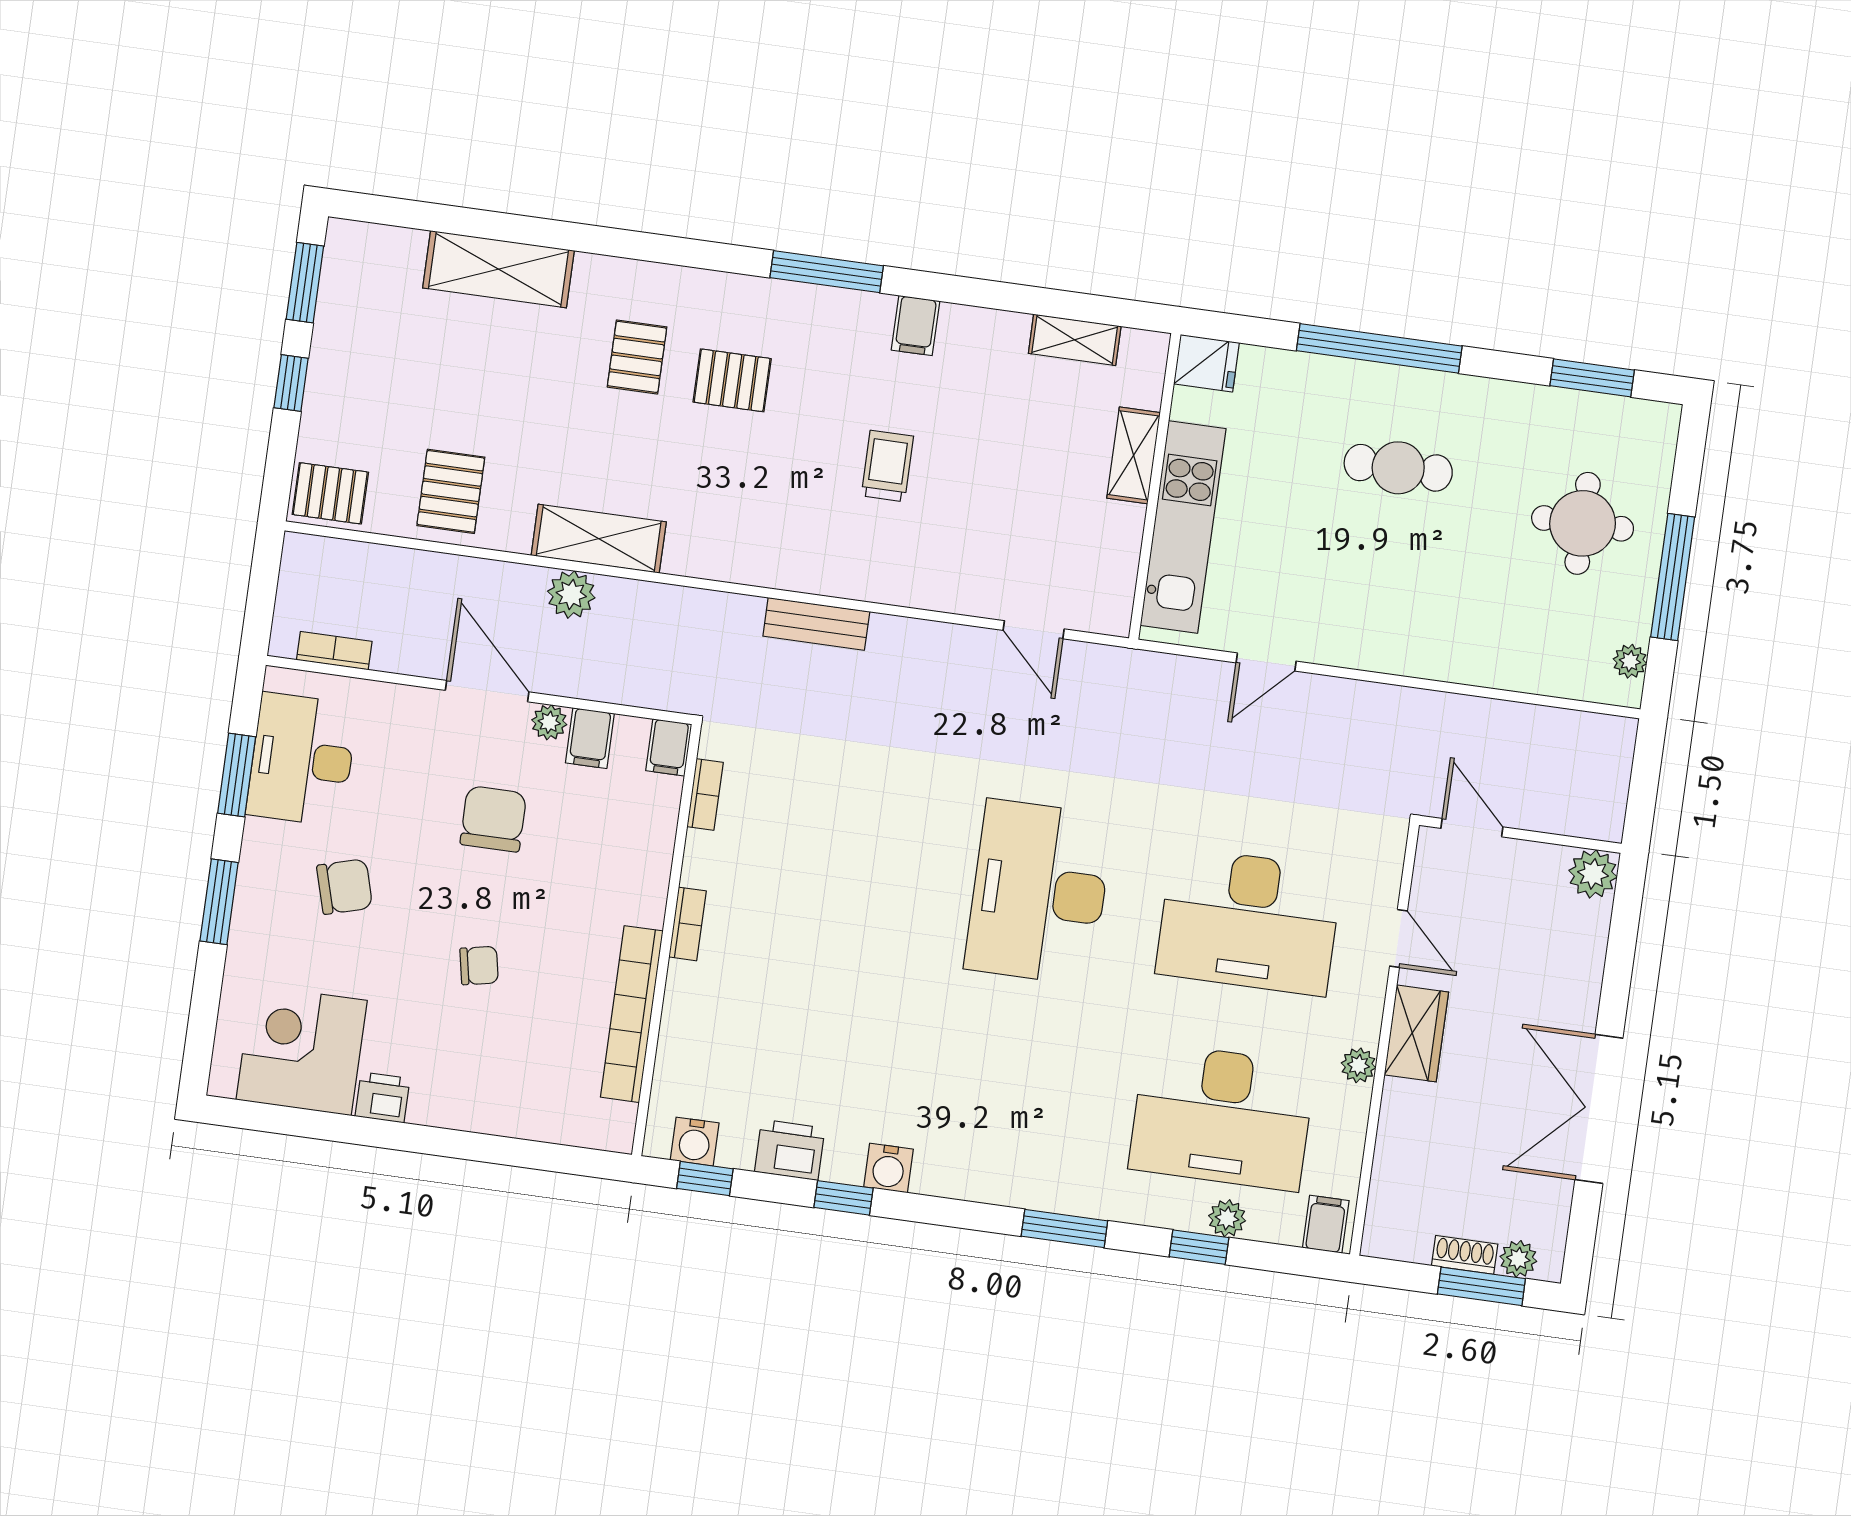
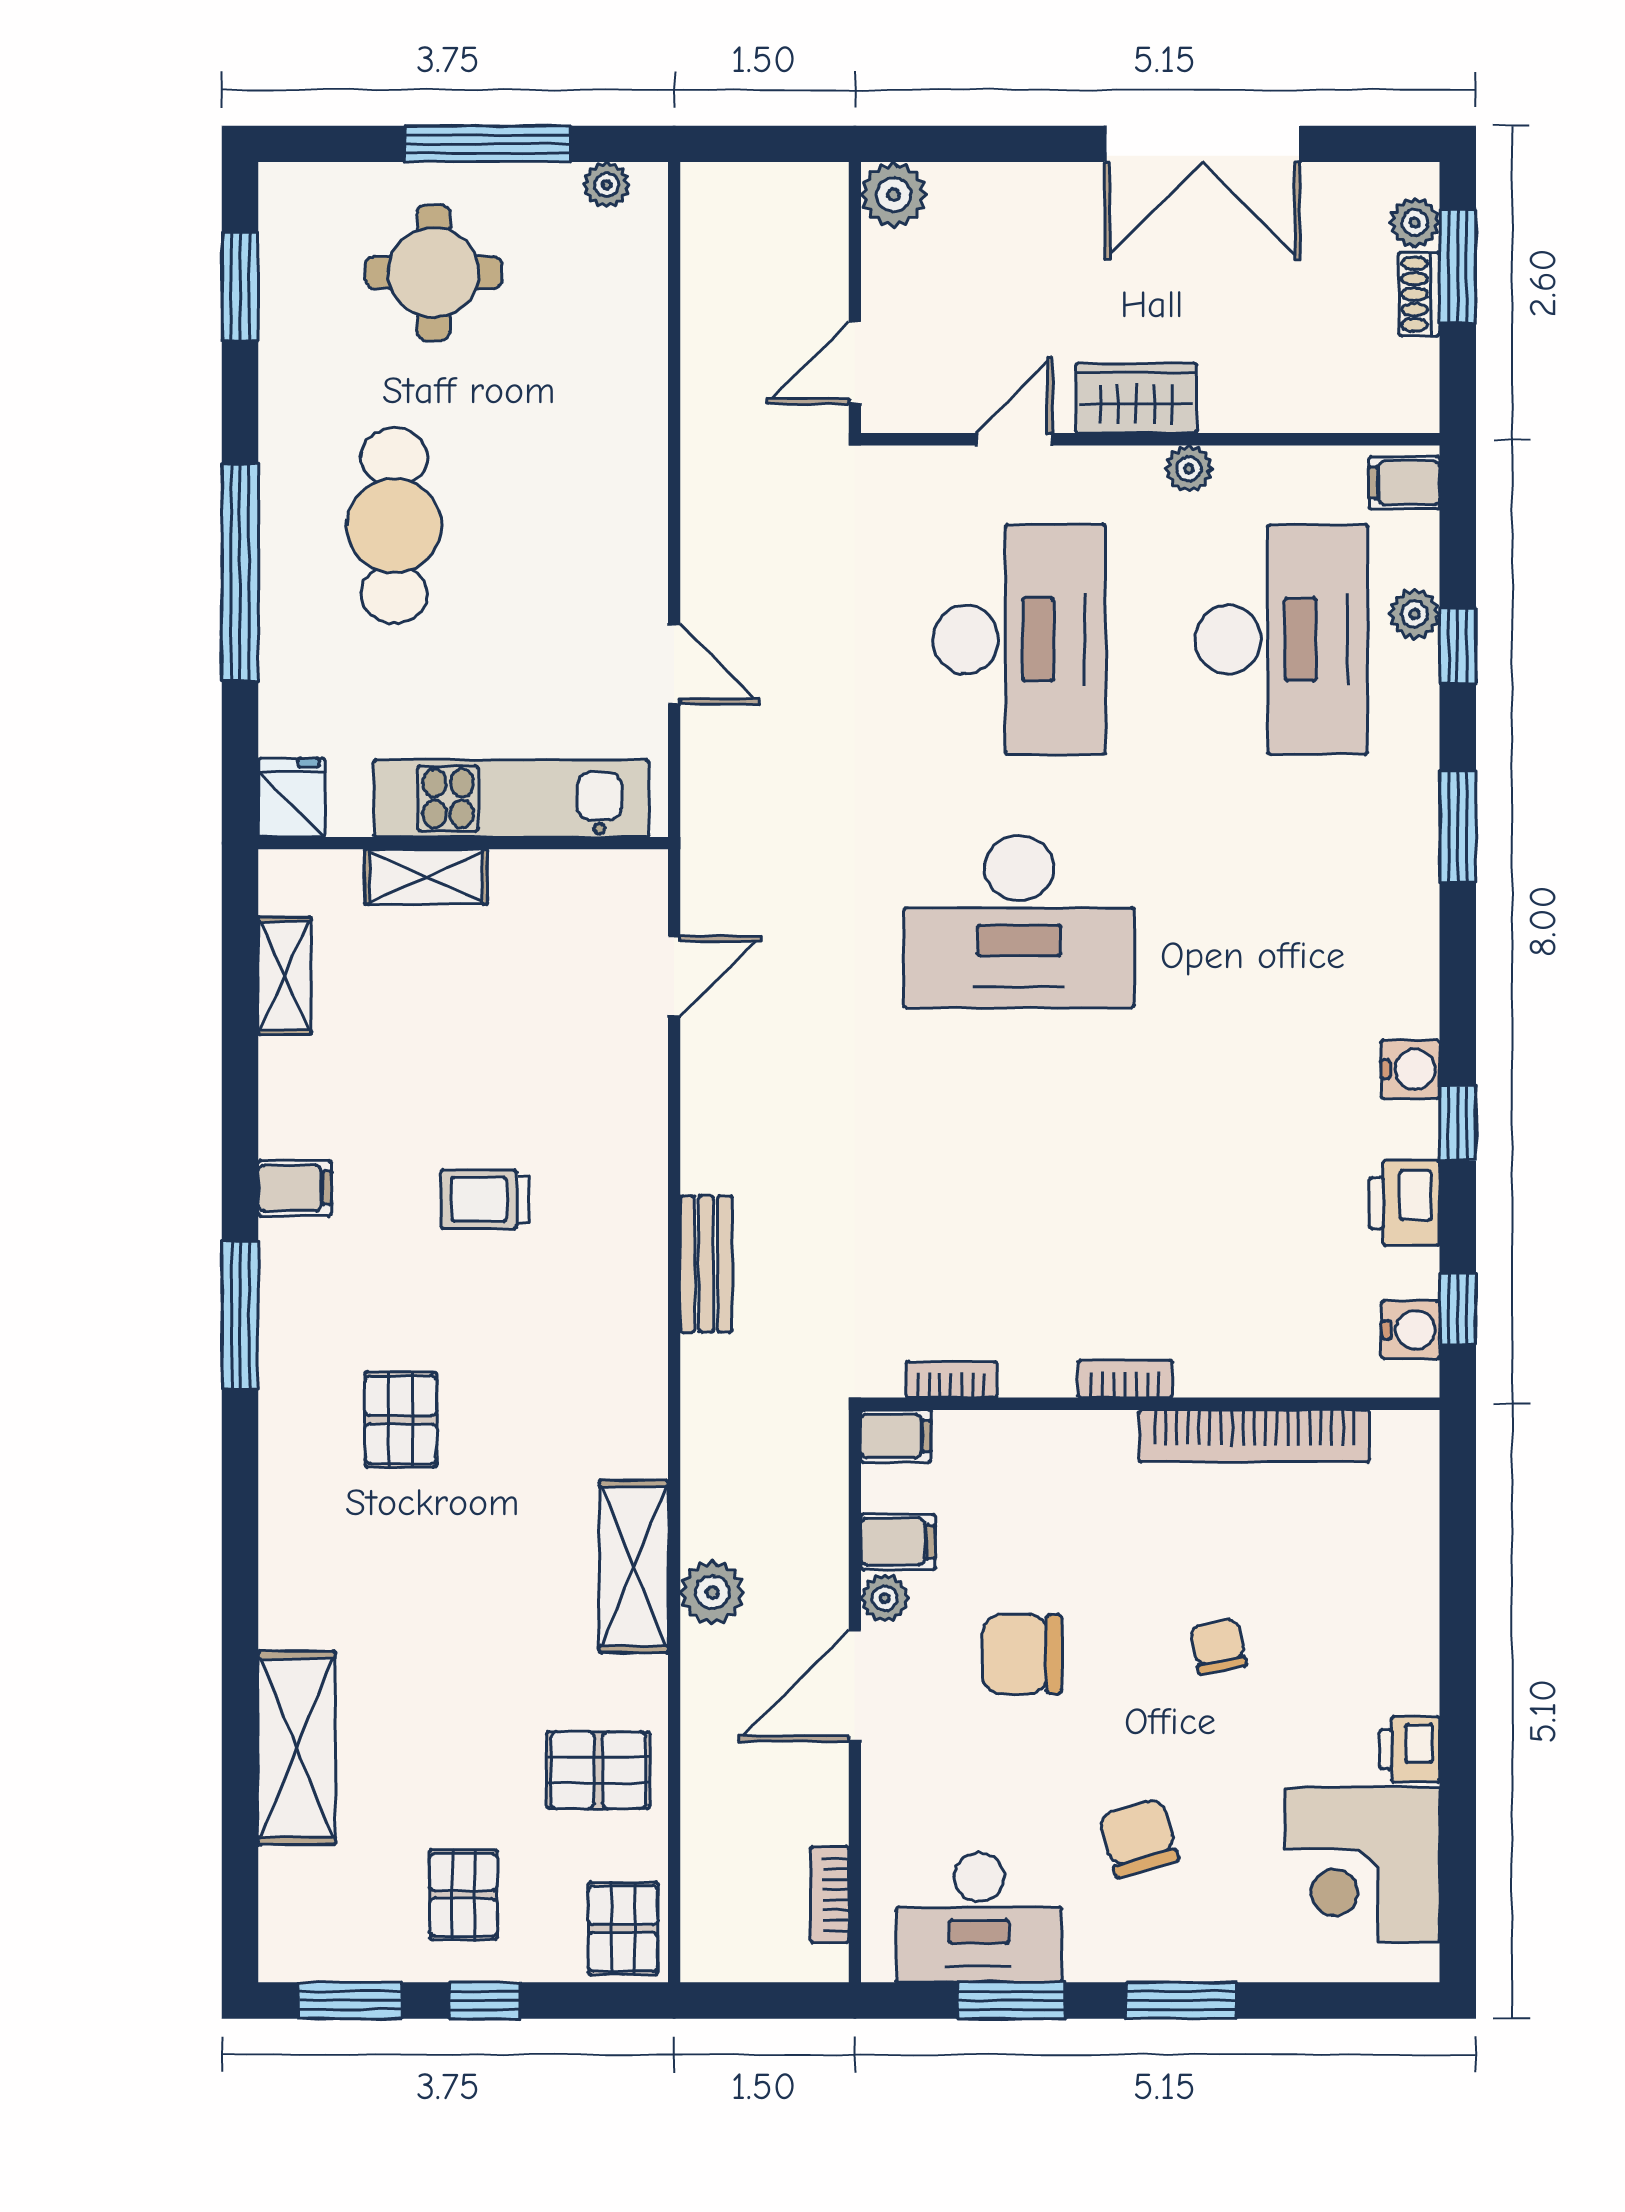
pallet: (637, 357) -> (464, 1895), moved, turned 90
cafe table: (1398, 468) -> (394, 526), width x1.37, depth x1.35

